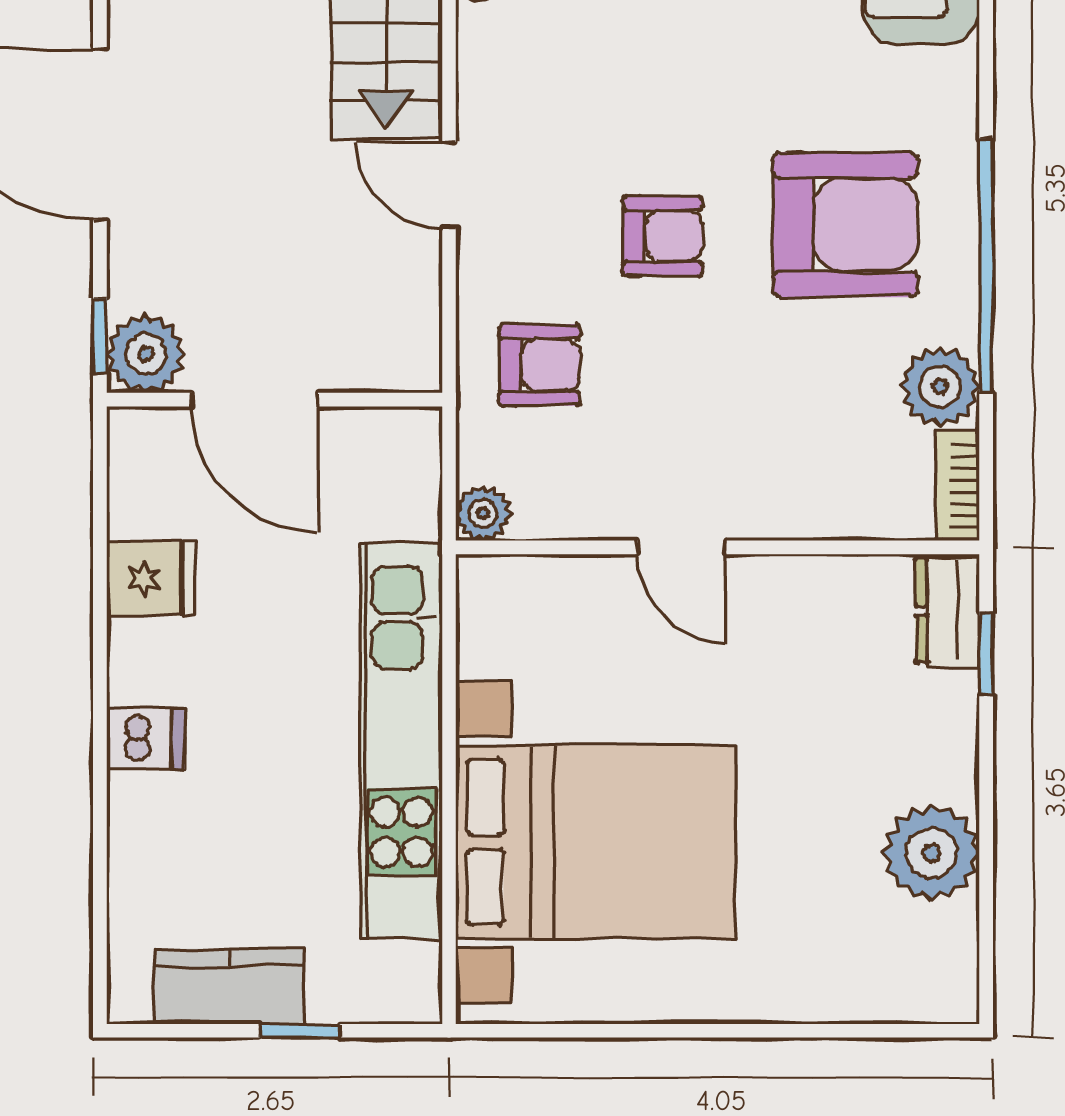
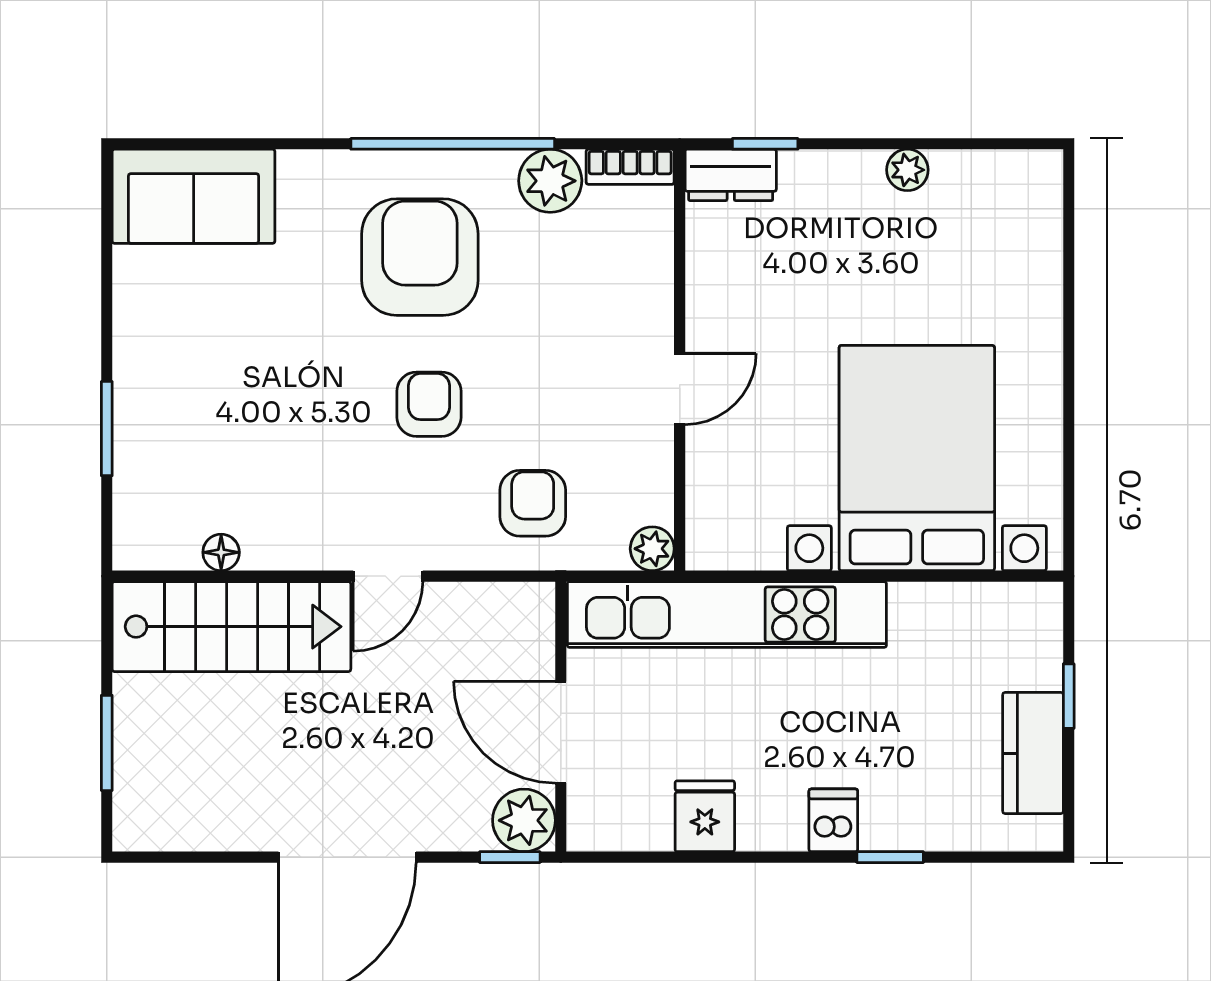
door: (255, 400) -> (561, 732), swing flipped
kitchen unit: (401, 741) -> (727, 615), moved
window: (100, 809) -> (890, 857), added
plant: (931, 853) -> (907, 170), width x0.53, depth x0.53

